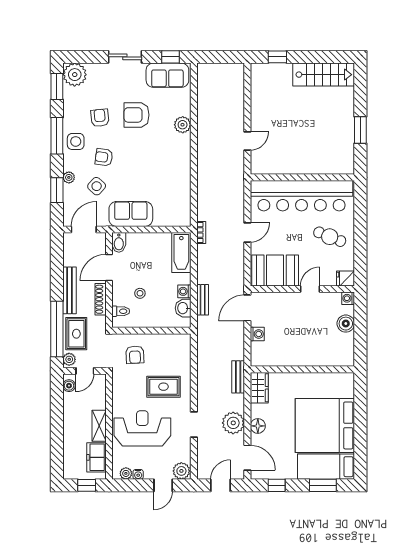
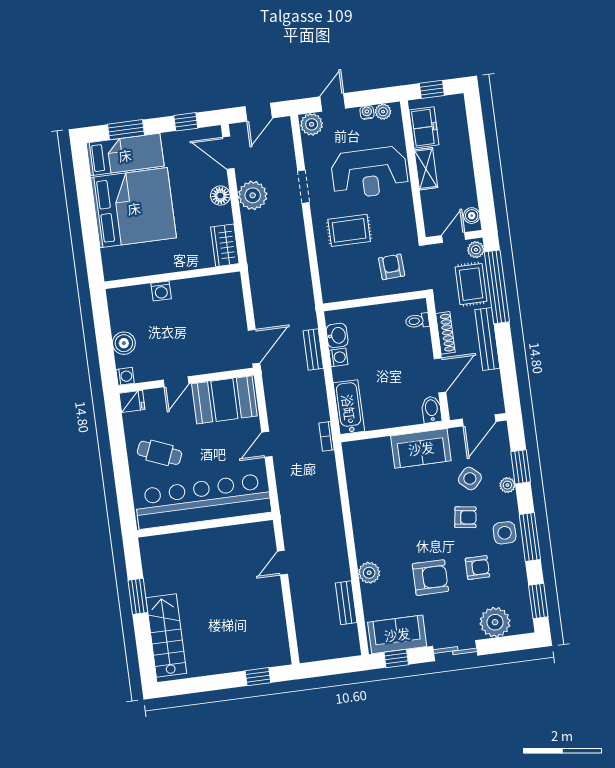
plant: (75, 75) -> (495, 622), moved
stairs: (324, 75) -> (166, 636), moved, turned 90
armchair: (100, 118) -> (477, 568), turned -84
stool: (140, 293) -> (395, 347), removed
washing machine: (257, 334) -> (161, 291), moved, turned -90
bench: (238, 377) -> (346, 603), moved

